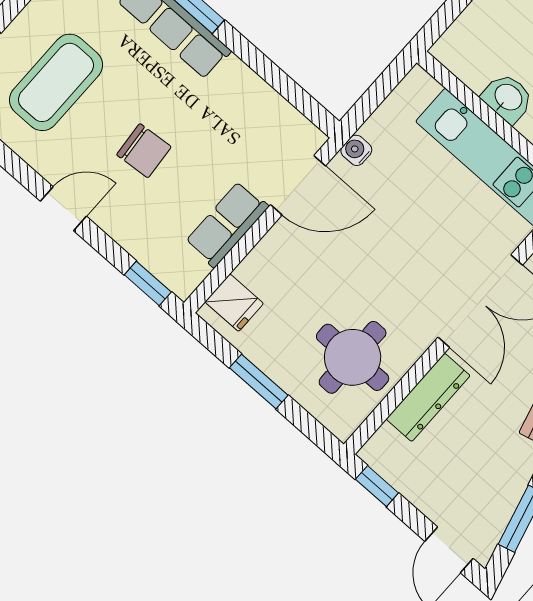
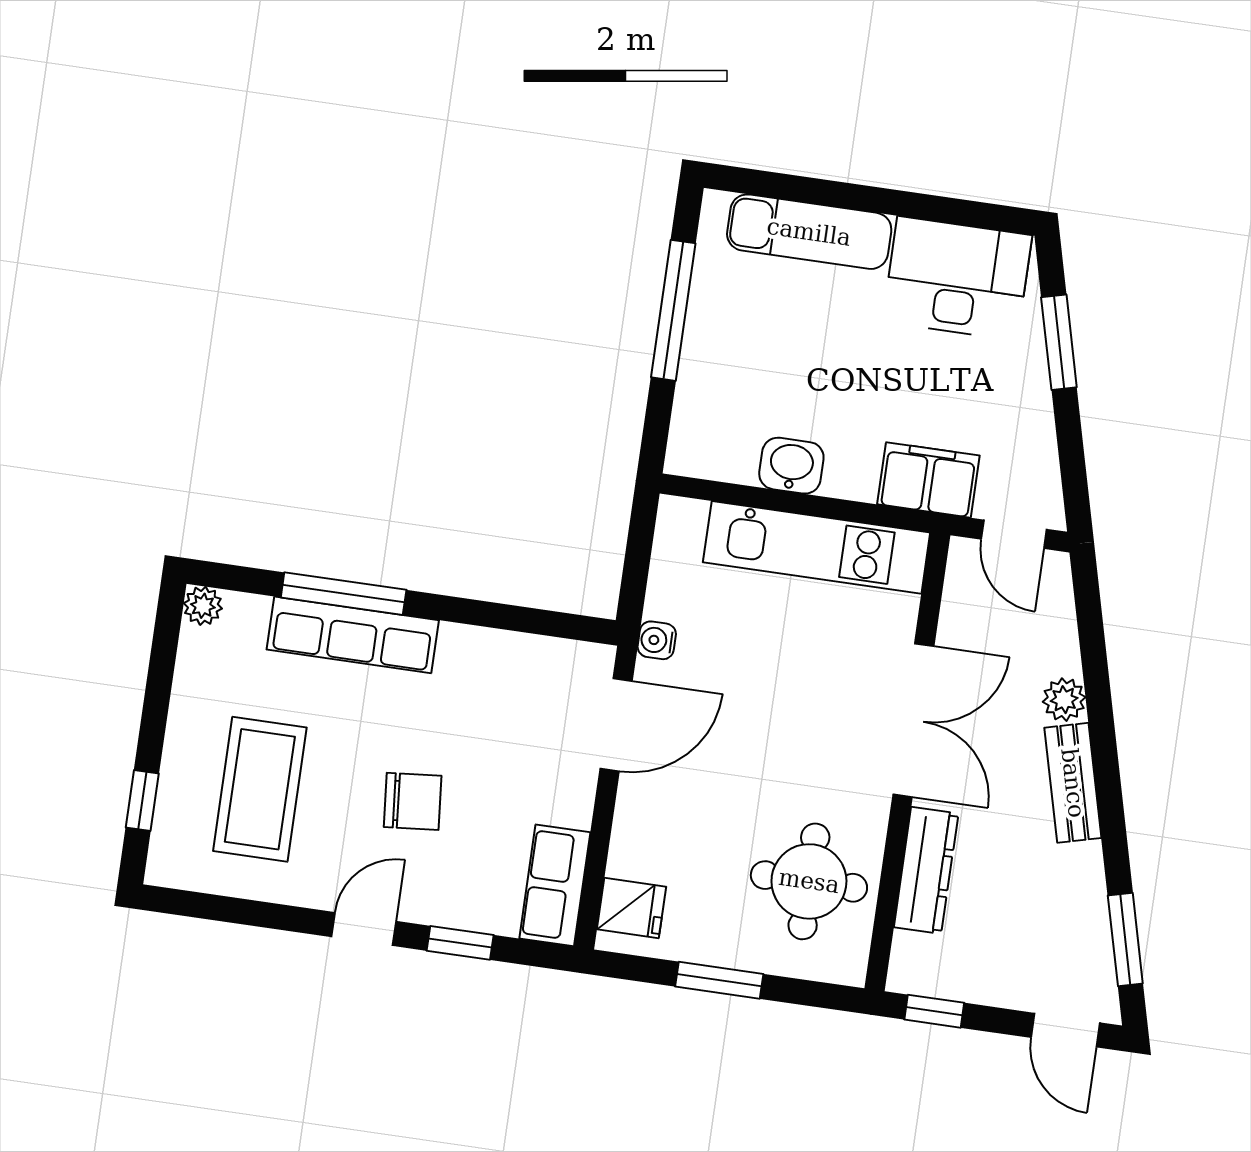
row of seats: (227, 224) -> (555, 885), moved
window: (148, 283) -> (460, 943), moved

